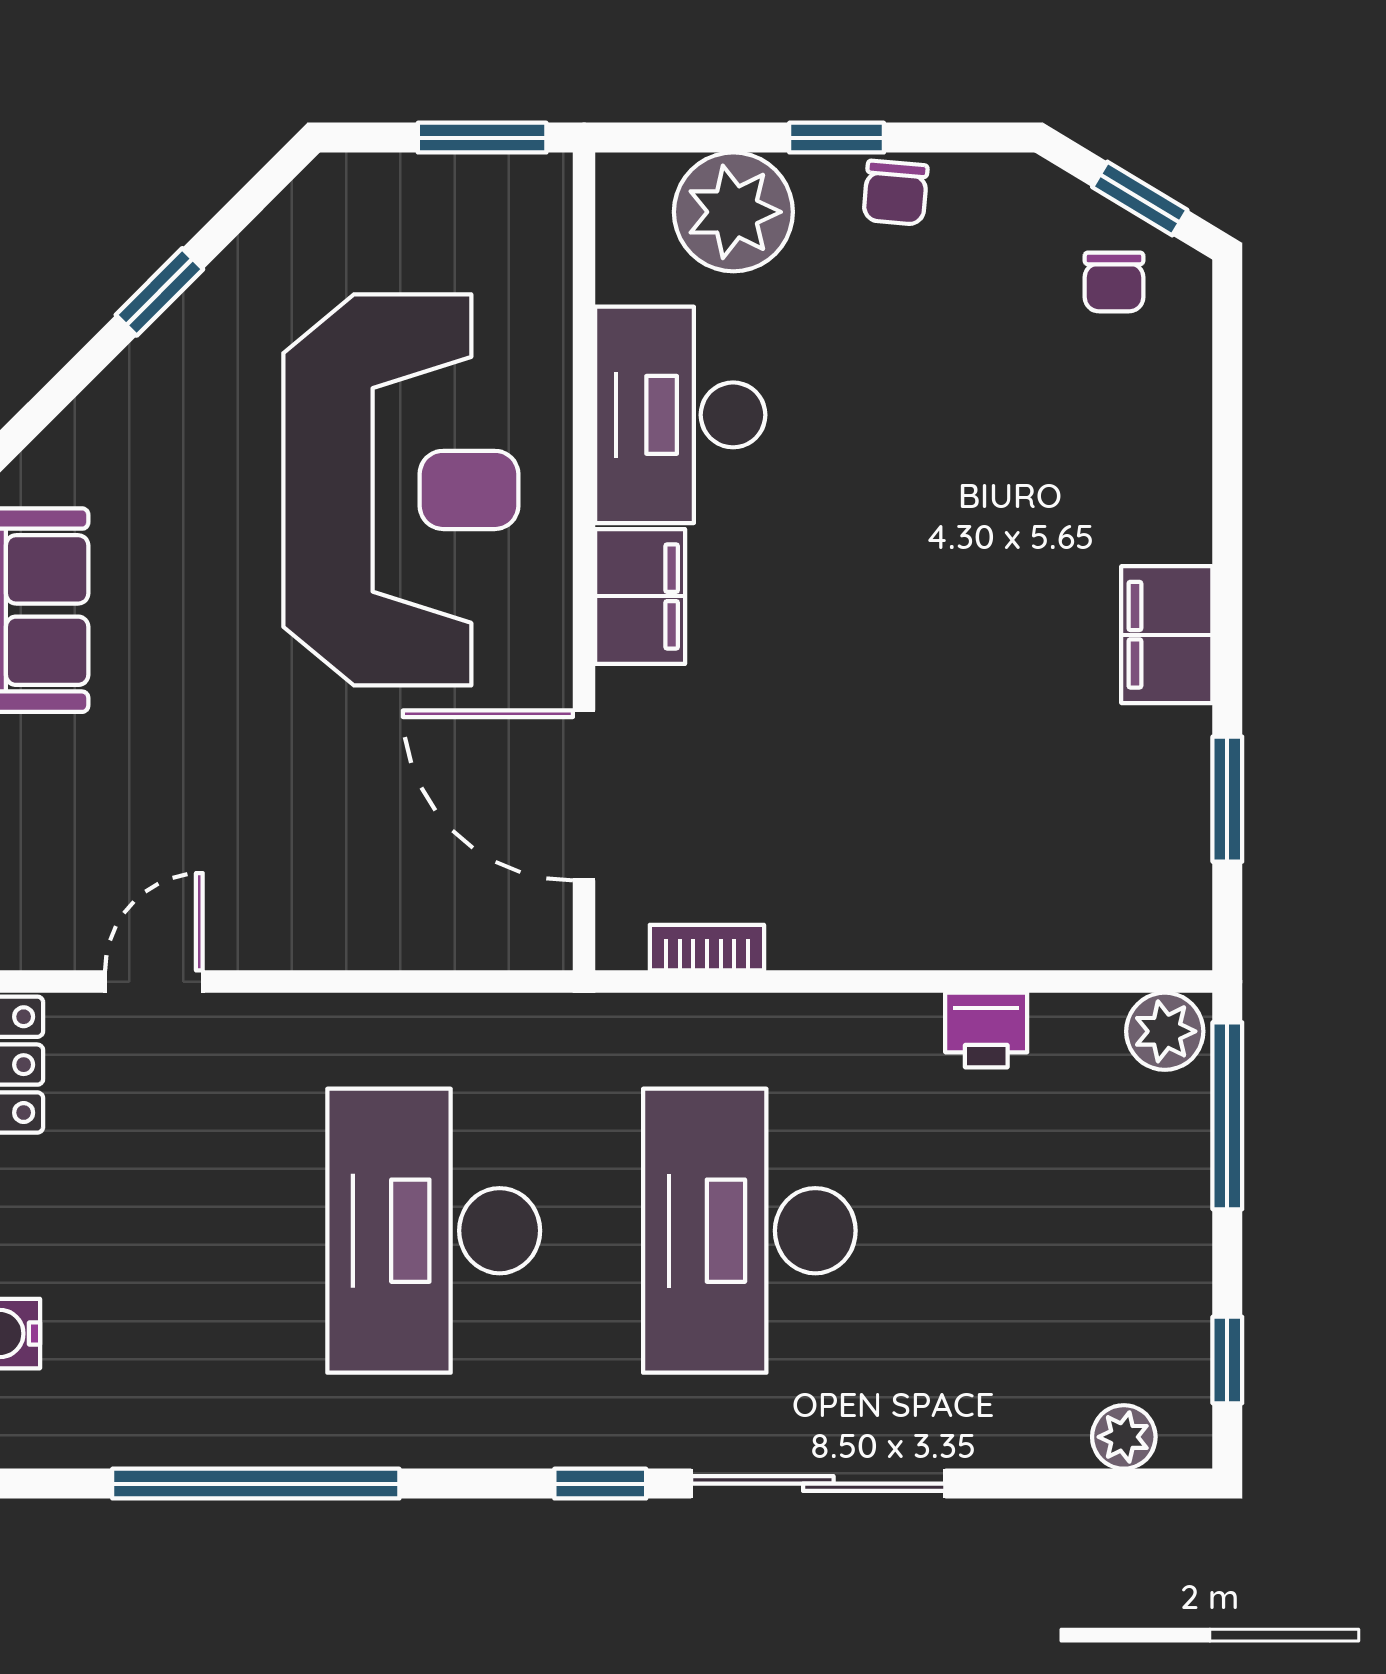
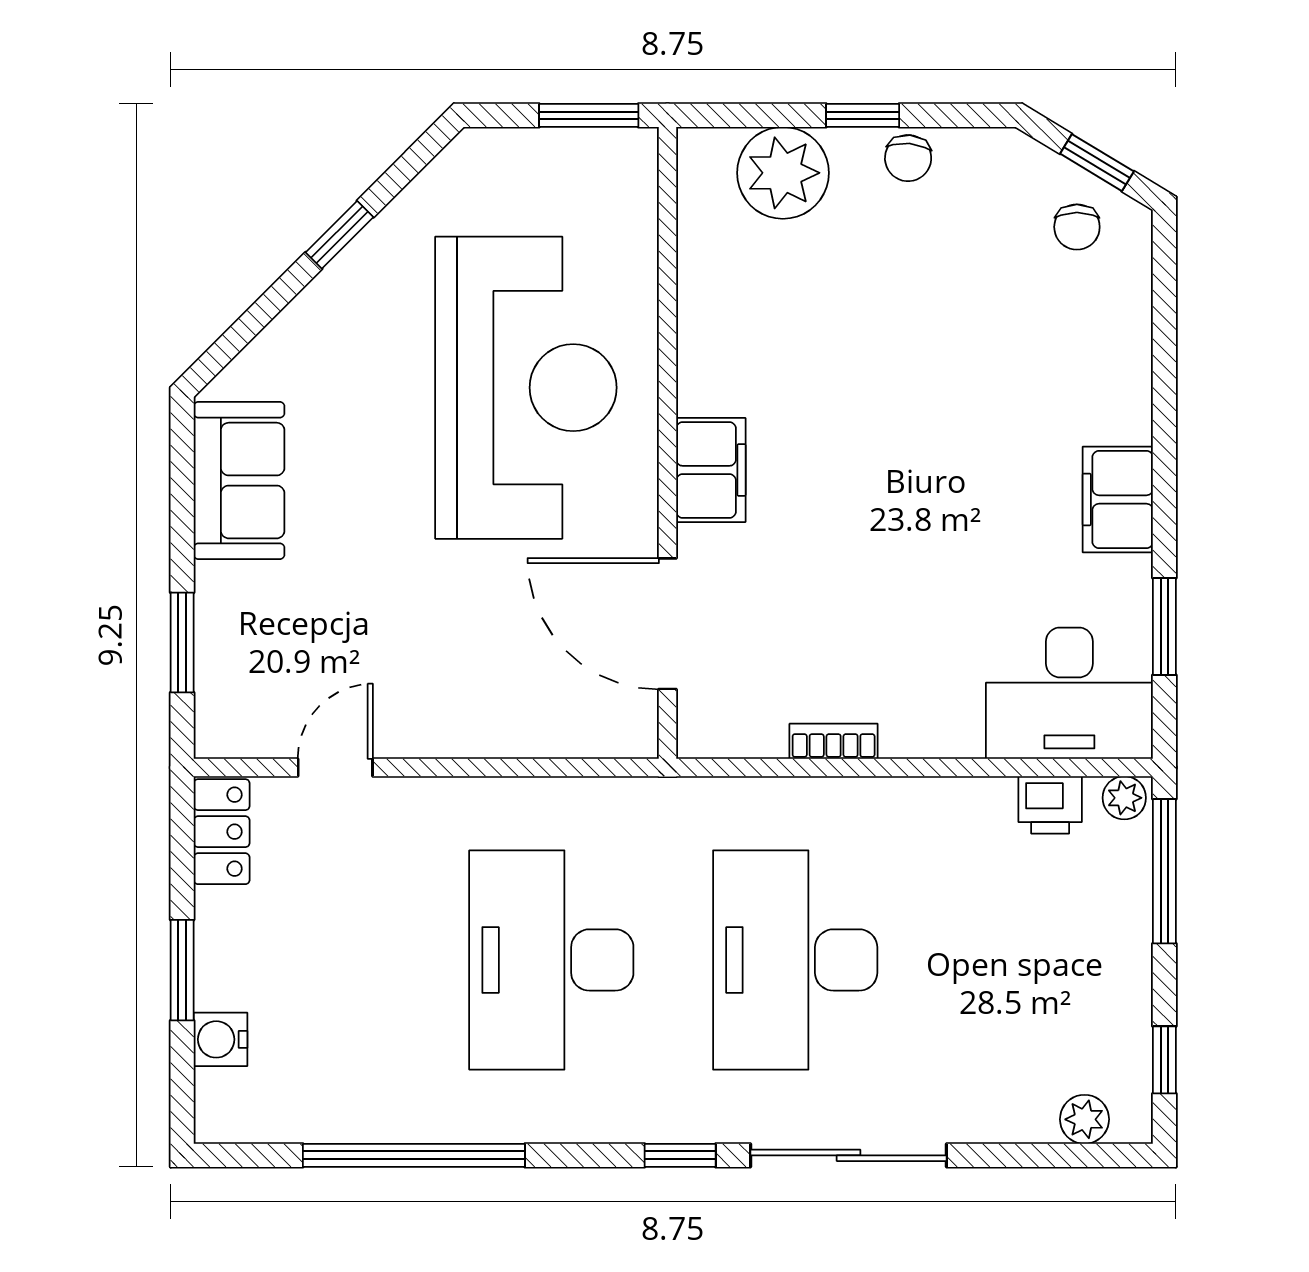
desk: (680, 415) -> (1069, 693), moved, turned -90
bookcase: (707, 948) -> (834, 741), moved
printer: (986, 1030) -> (1050, 805), moved
plant: (1165, 1031) -> (1124, 798), width x0.73, depth x0.73

